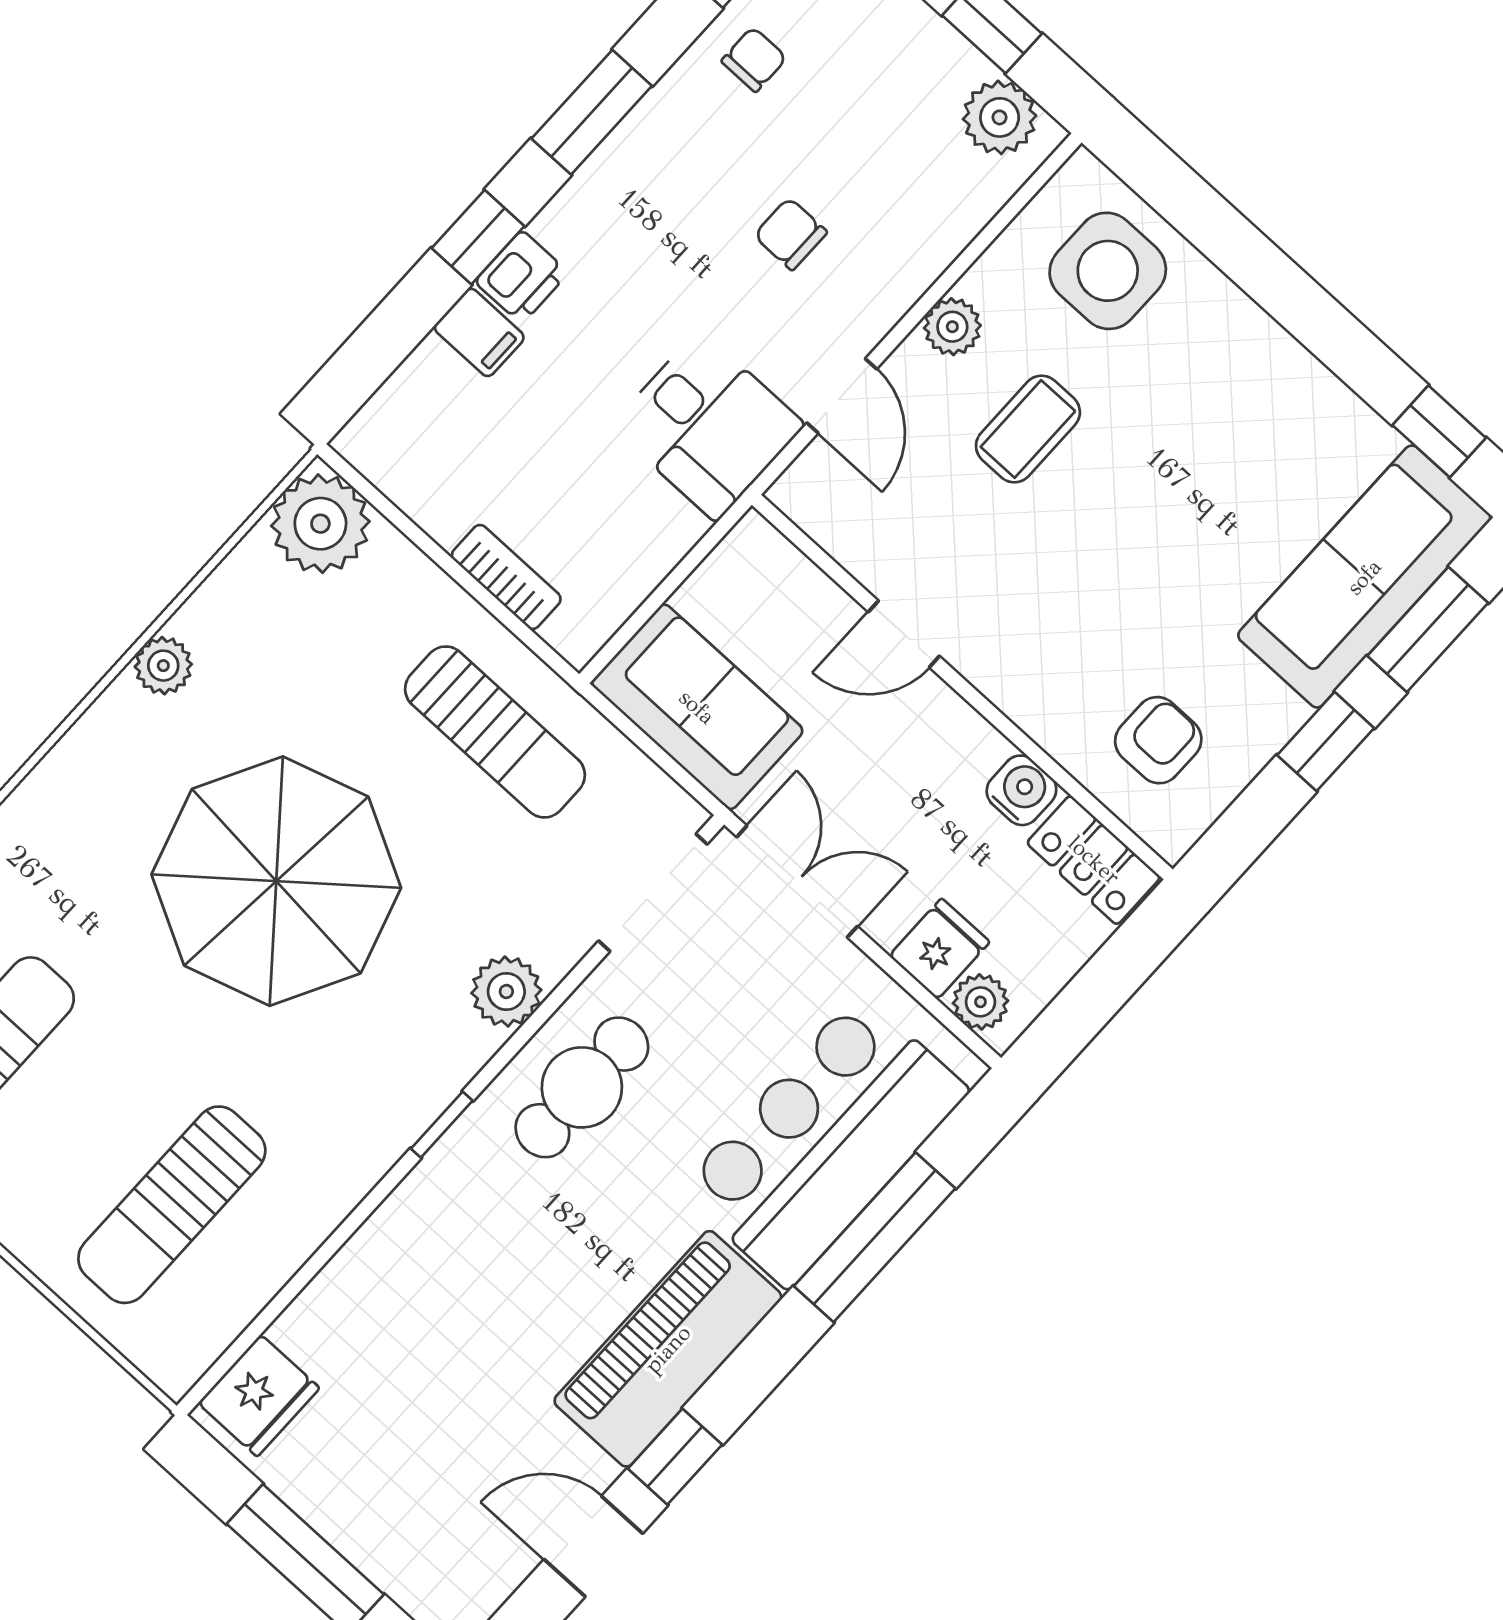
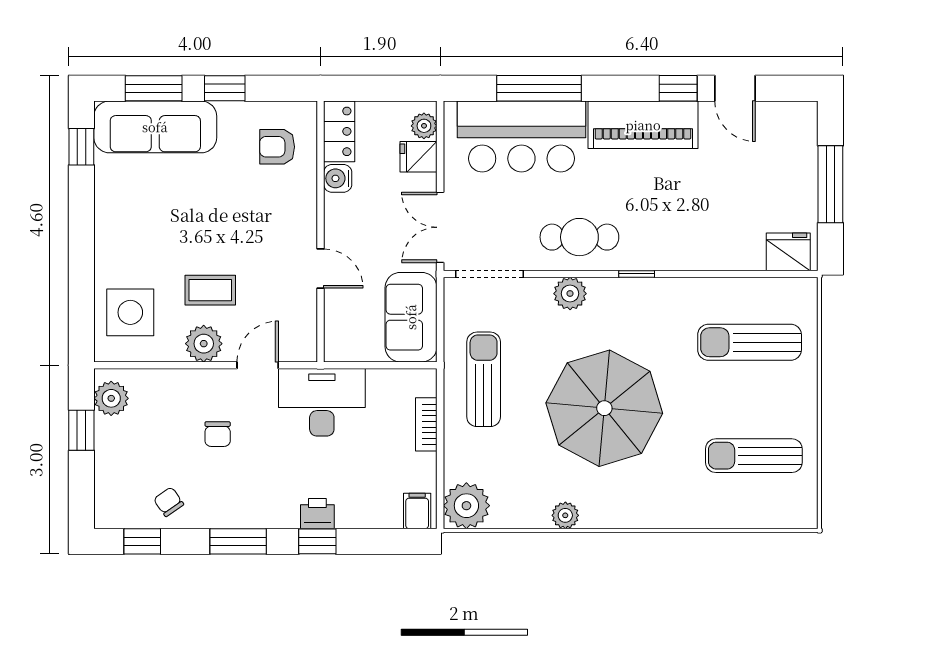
chair: (754, 59) -> (169, 502), turned 55
plant: (952, 327) -> (204, 344), width x1.38, depth x1.38
filing cabinet: (479, 332) -> (417, 511), moved
desk: (708, 425) -> (322, 402), width x1.37
sun lounger: (172, 1205) -> (750, 342), turned 180

